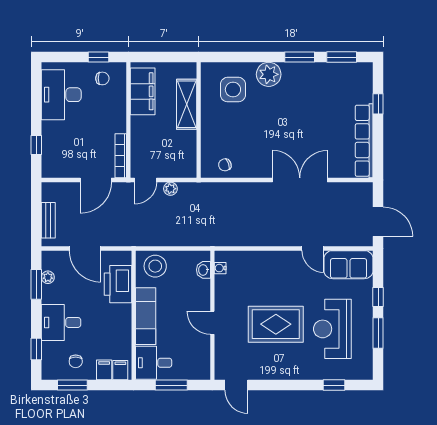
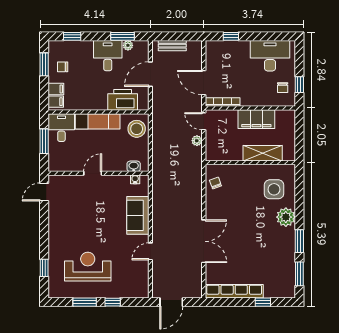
filing cabinet: (143, 91) -> (256, 119), moved
sofa: (349, 265) -> (138, 215), moved
desk: (61, 322) -> (108, 56), moved
rug: (276, 324) -> (91, 223), removed

